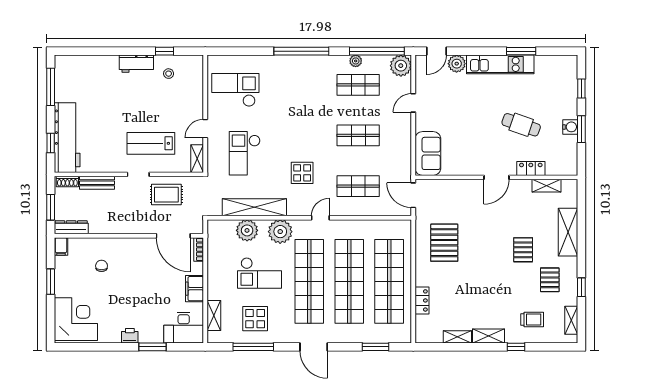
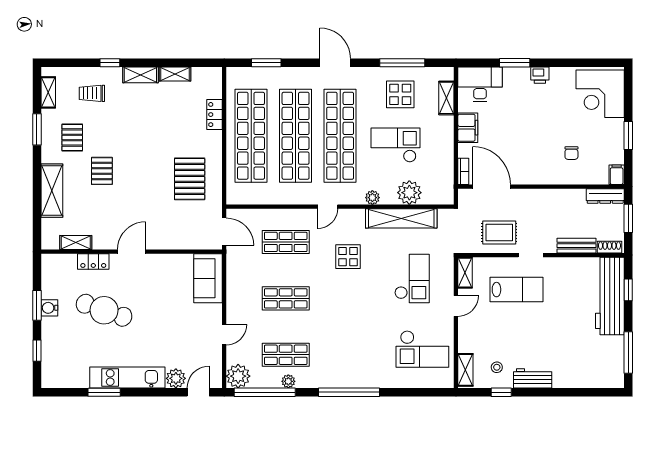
shelving: (197, 71) -> (465, 370), added
cafe table: (521, 125) -> (104, 310), width x1.37, depth x1.35
plant: (280, 232) -> (372, 198), width x0.53, depth x0.53
window: (581, 287) -> (37, 129), width x1.50

